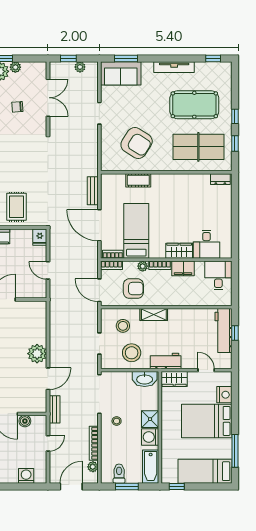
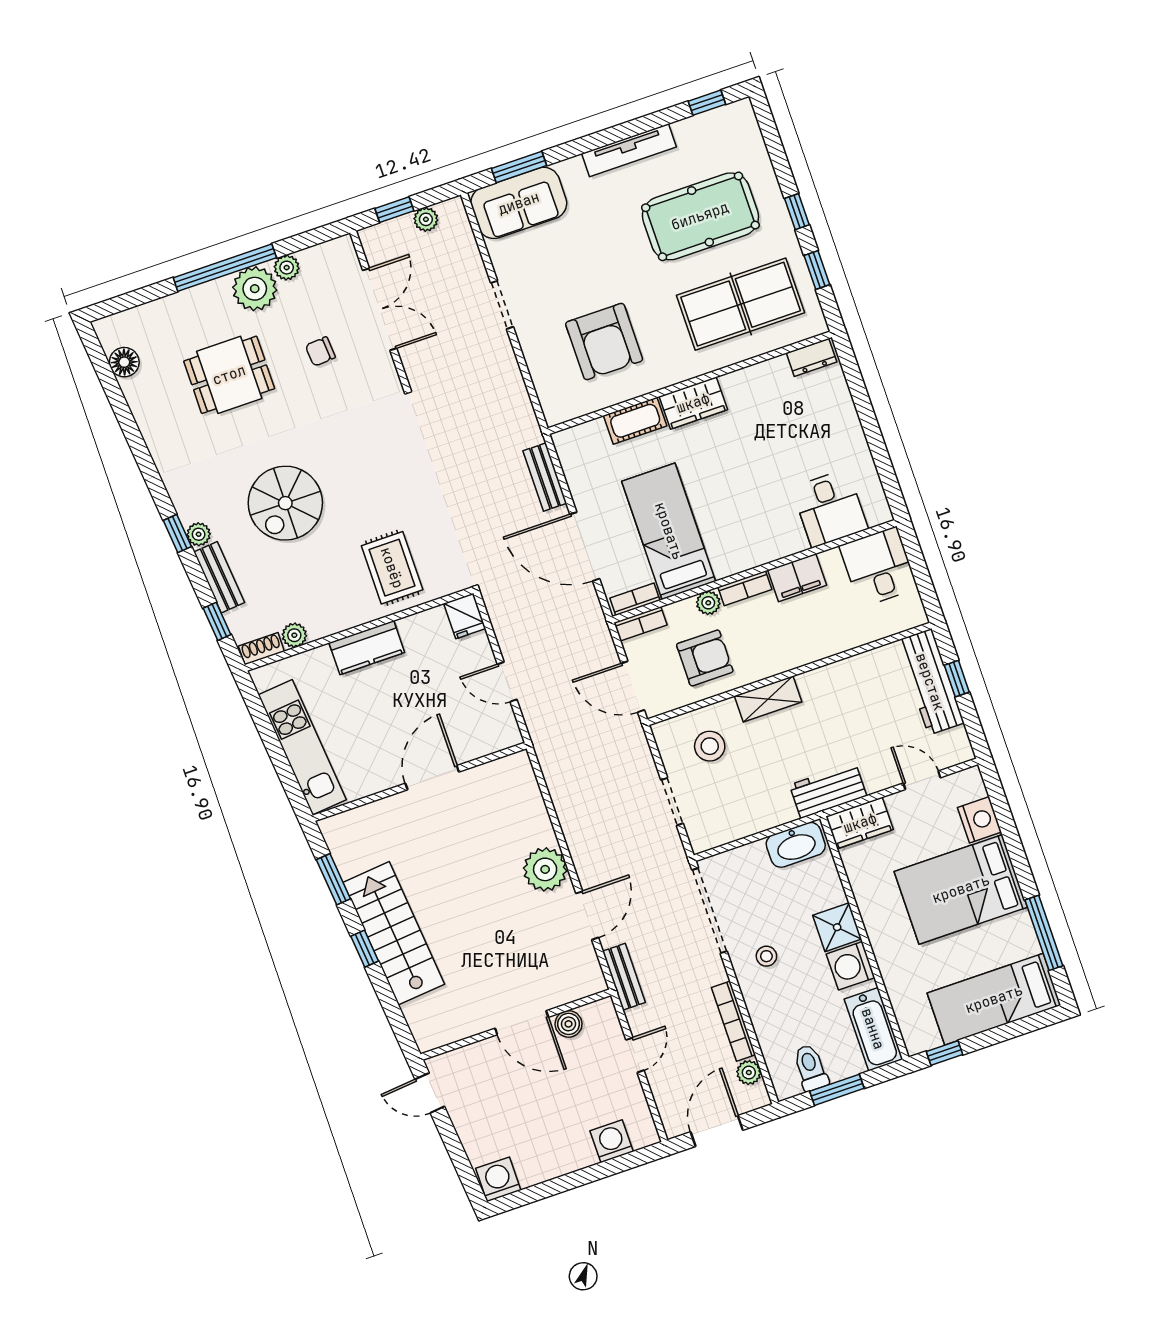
armchair: (137, 143) -> (604, 342), turned 58
wardrobe: (179, 251) -> (693, 403), moved, turned 180
stool: (132, 353) -> (748, 798), removed

